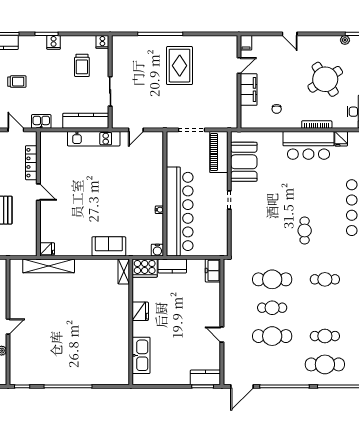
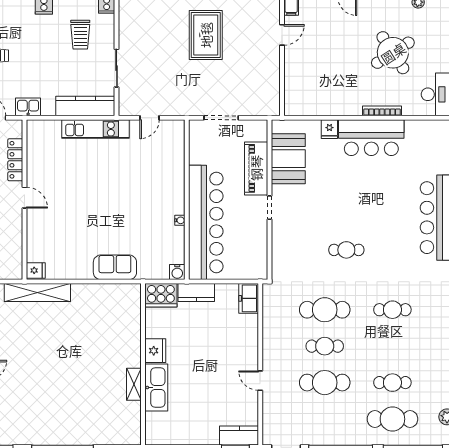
filing cabinet: (249, 90) -> (295, 66), removed
chair: (277, 109) -> (330, 91), removed
fridge: (341, 139) -> (329, 129), moved
piano: (219, 152) -> (256, 168), moved
cafe table: (305, 231) -> (346, 250), moved, turned 90
shelving: (124, 271) -> (134, 384), moved
kitchen sink: (141, 355) -> (156, 387), moved

